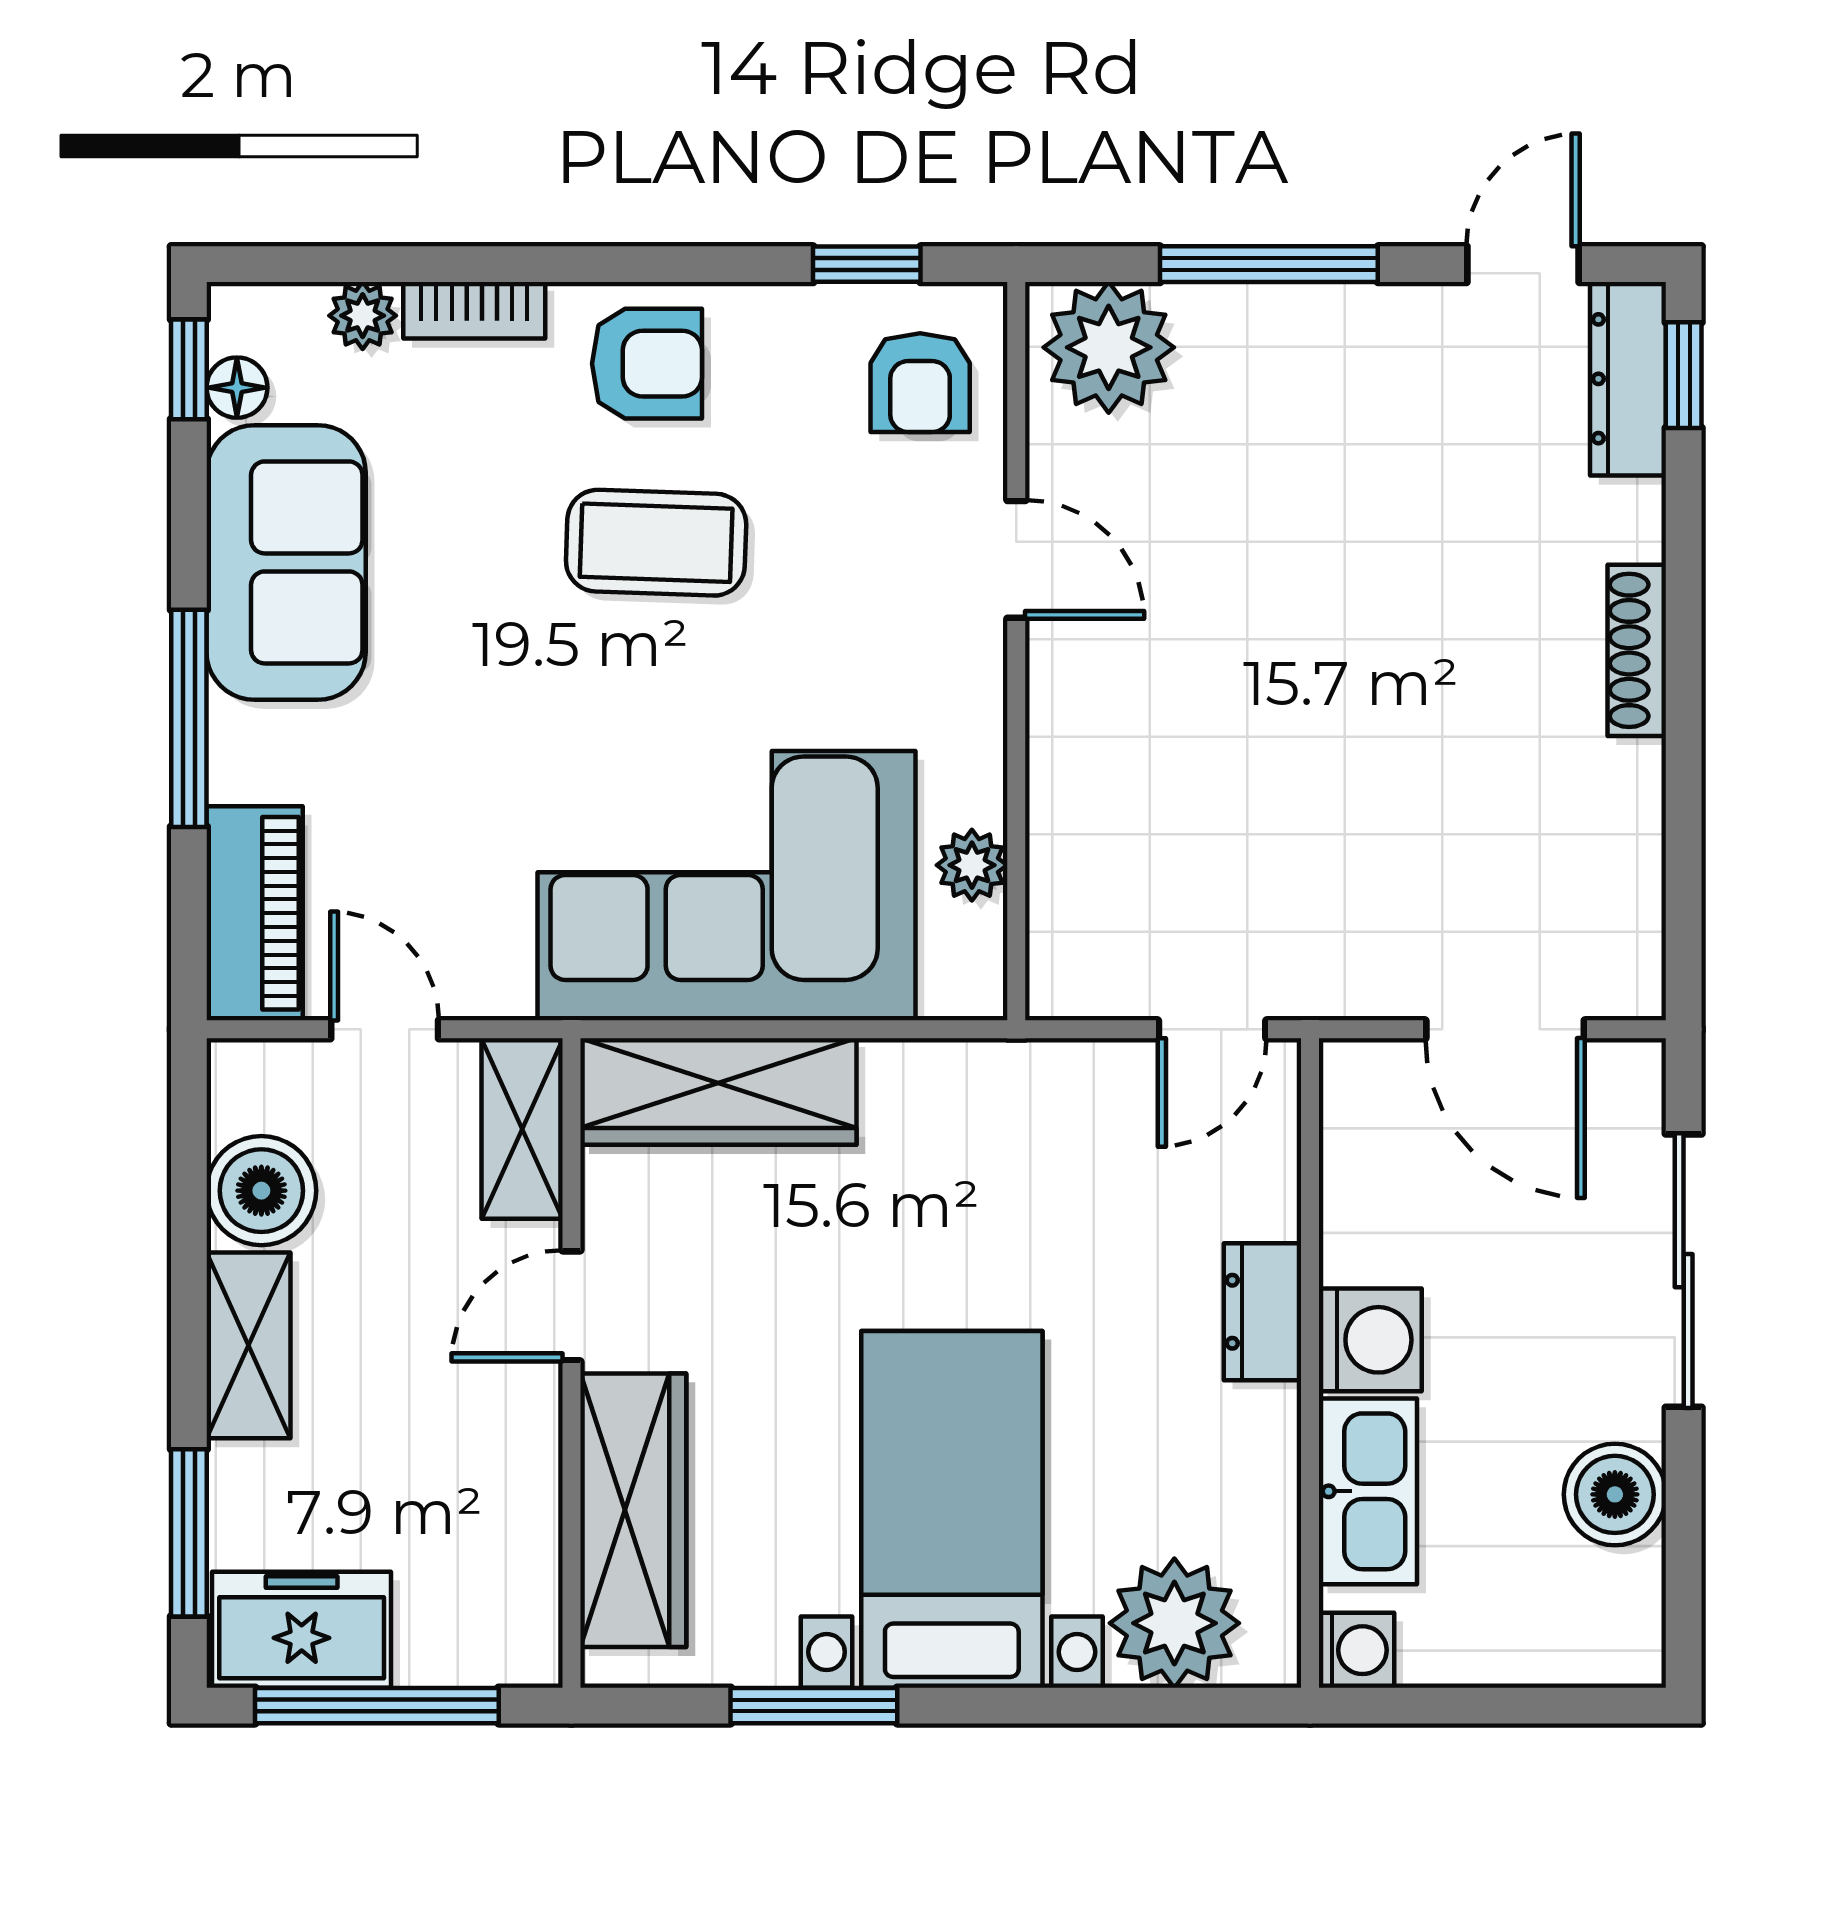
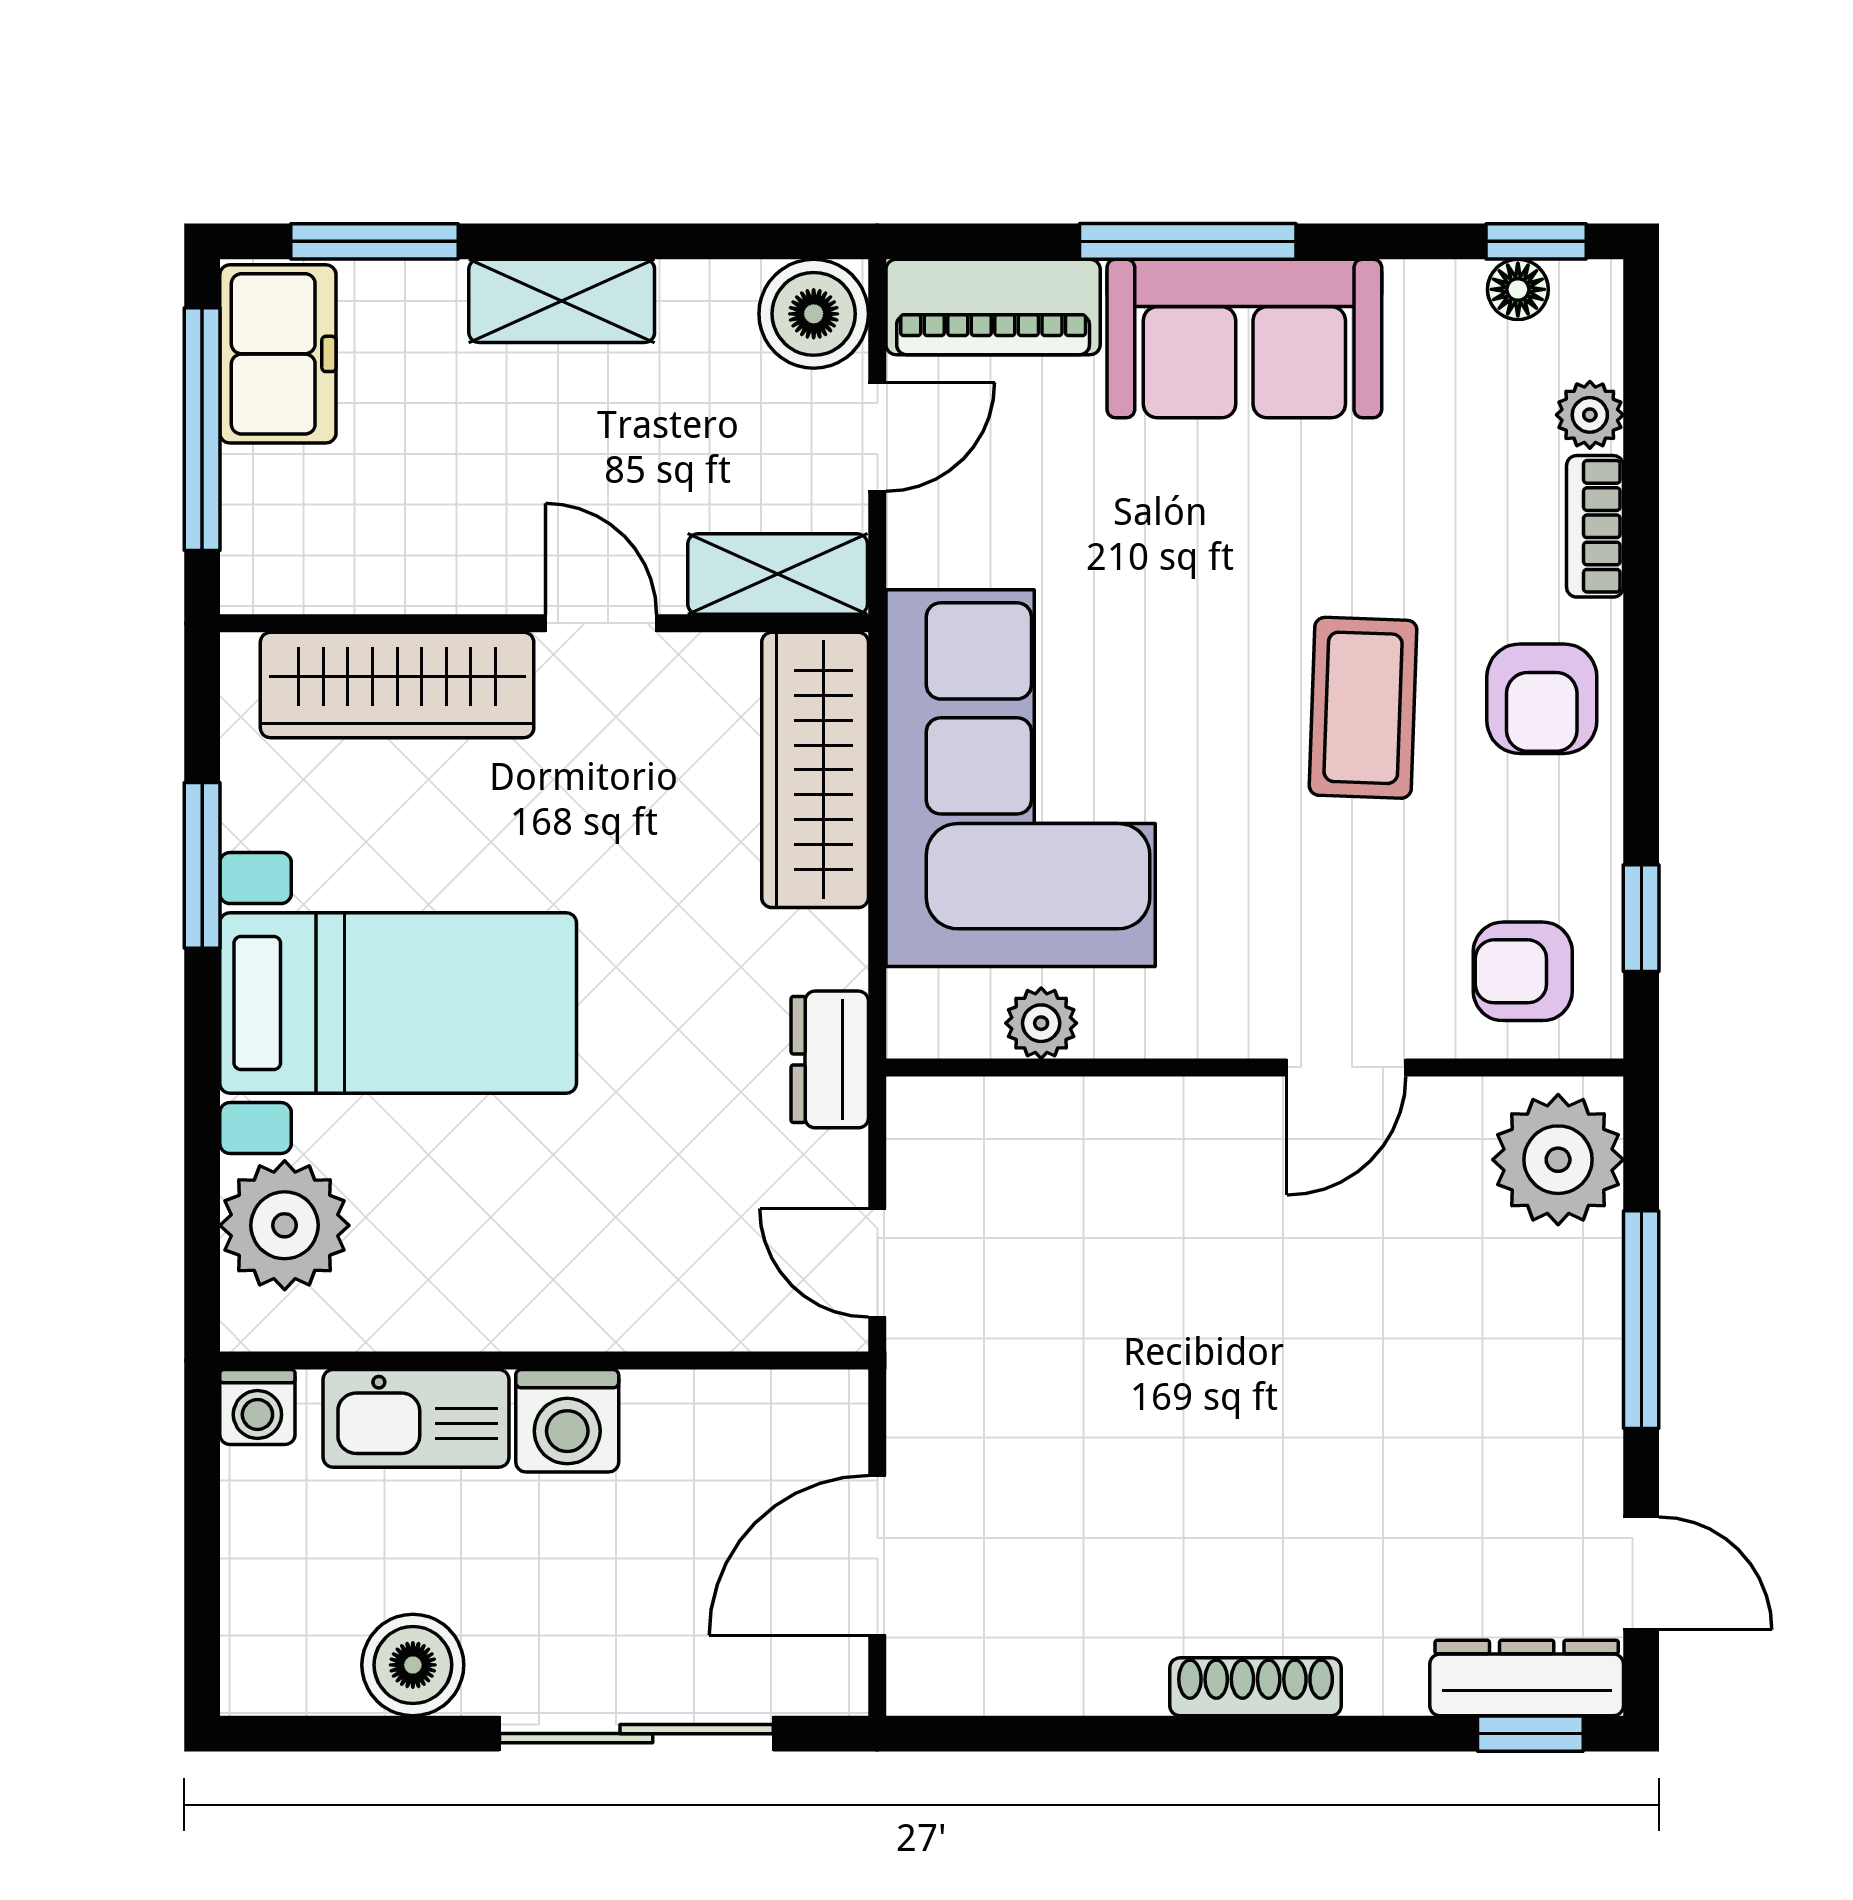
sofa: (286, 562) -> (1244, 338), moved
boiler: (261, 1191) -> (814, 314), moved
dresser: (1262, 1312) -> (830, 1059), moved, turned -90

